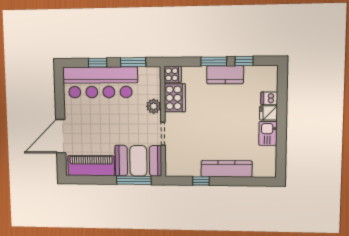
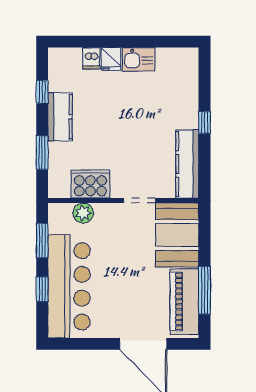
window: (214, 61) -> (42, 152), moved
cooker: (173, 74) -> (59, 187), removed
plant: (154, 106) -> (83, 213), moved
kitchen counter: (226, 169) -> (187, 164), moved
window: (134, 180) -> (204, 290), moved
window: (201, 181) -> (204, 123), moved

